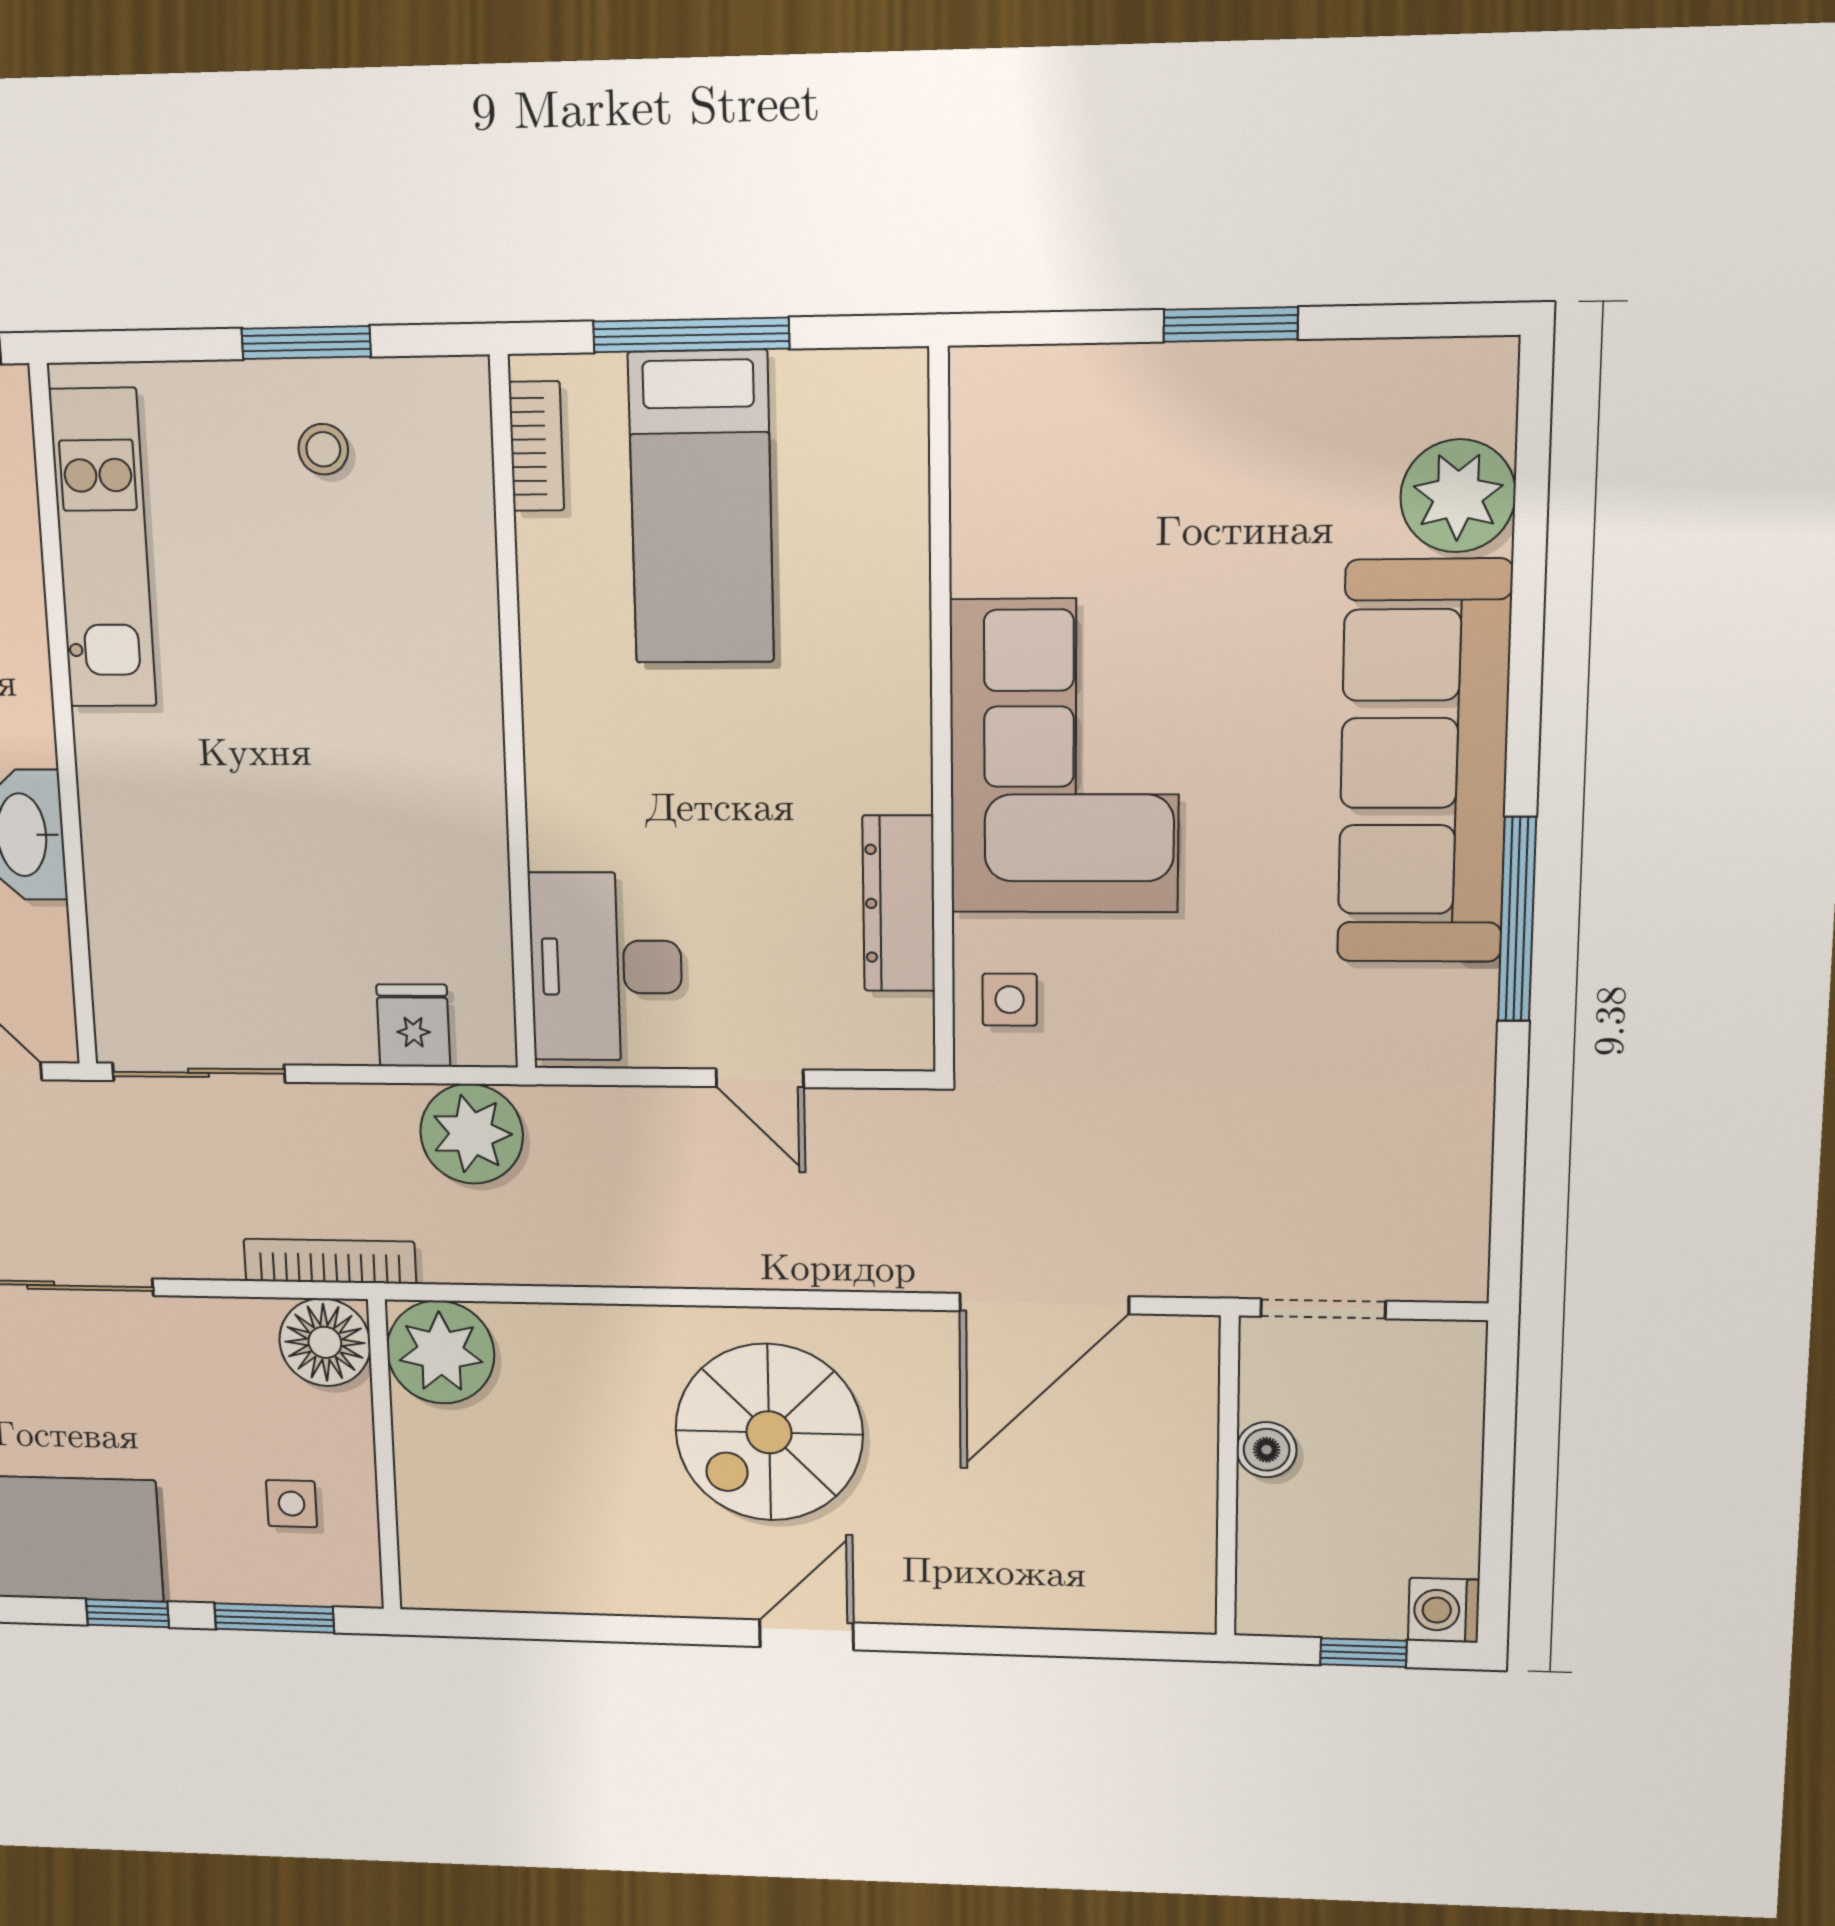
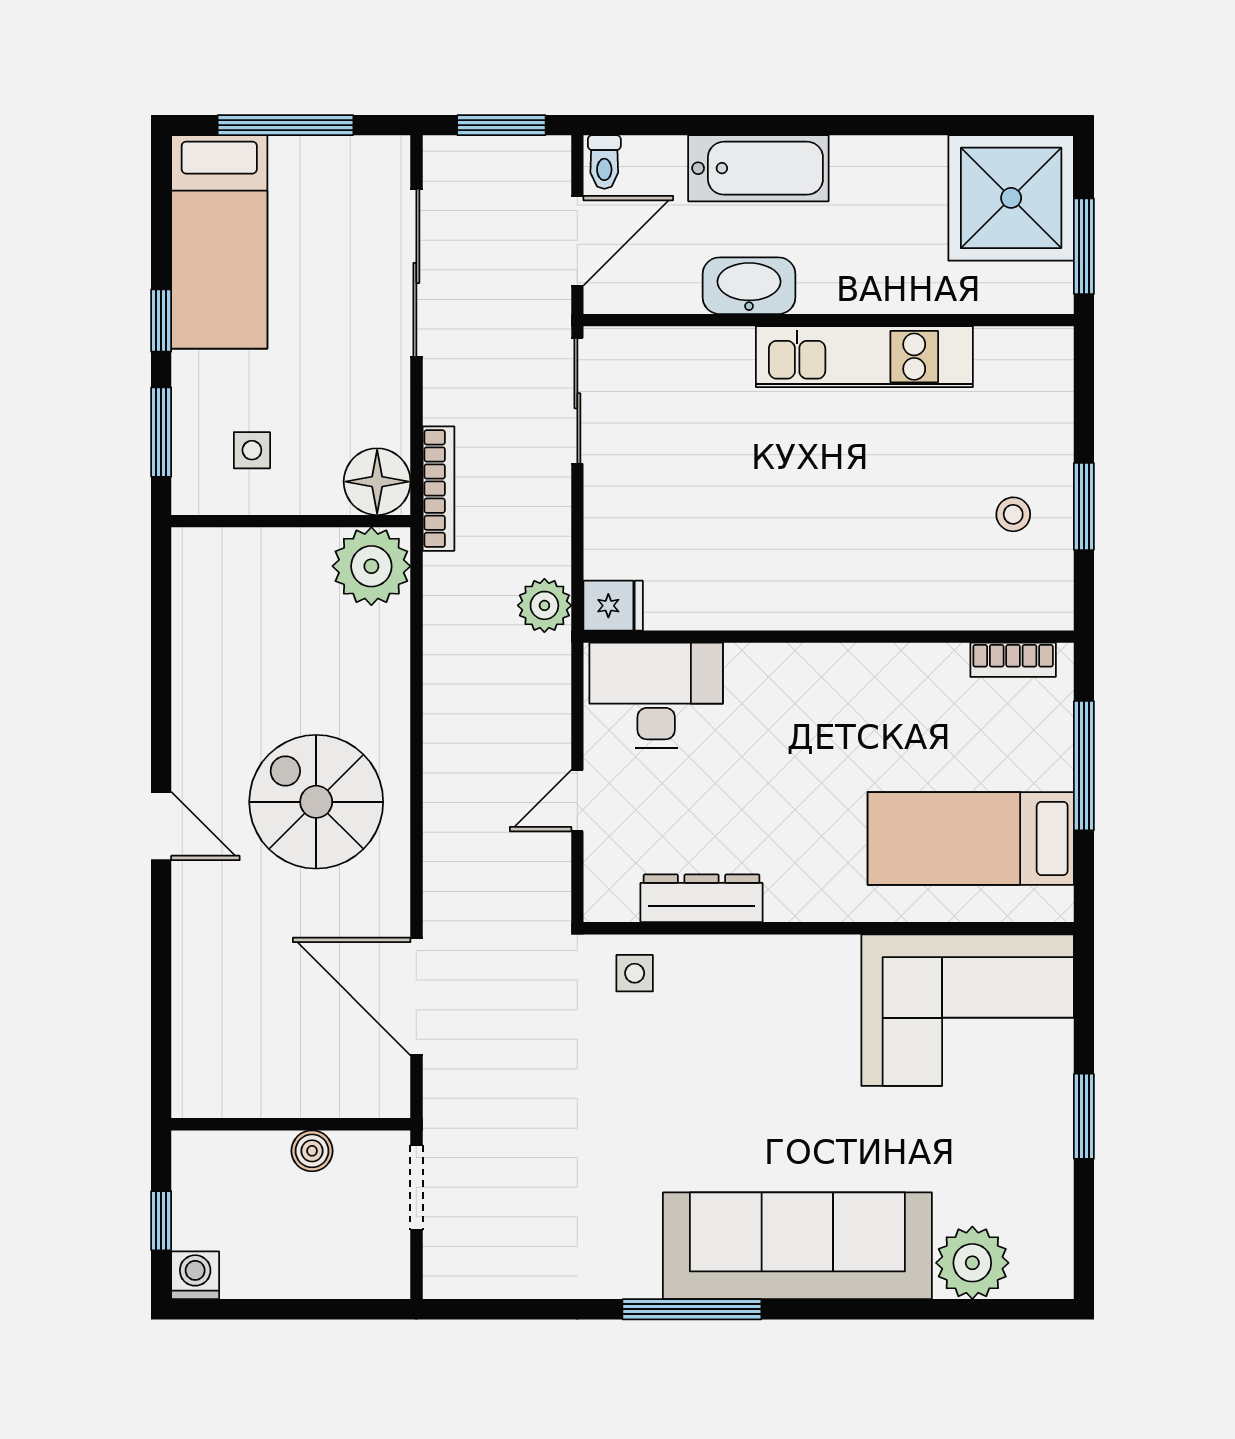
bed: (701, 508) -> (971, 838), moved
kitchen unit: (103, 549) -> (864, 357), moved
corner sofa: (1064, 757) -> (968, 1010), moved
fridge: (413, 1026) -> (613, 606), moved
plant: (472, 1134) -> (544, 605), width x0.73, depth x0.73

